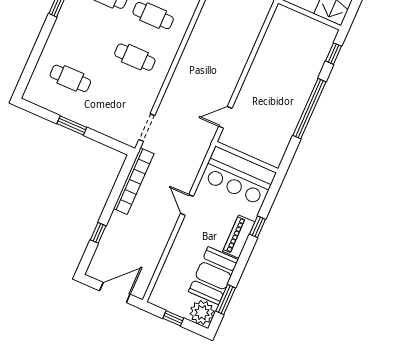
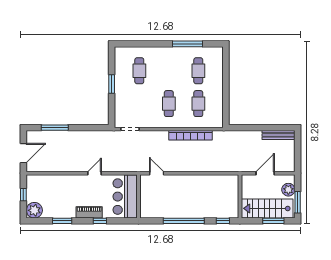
bookcase: (134, 181) -> (191, 135), moved
window: (98, 233) -> (55, 128), width x2.17
booth: (213, 276) -> (59, 207), removed
door: (115, 293) -> (23, 153), hinge flipped
window: (226, 299) -> (62, 221), moved

